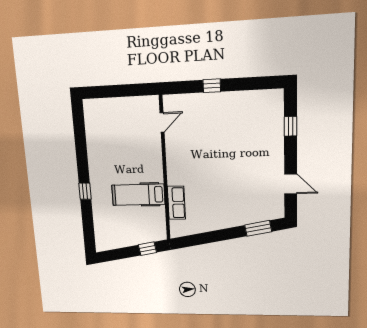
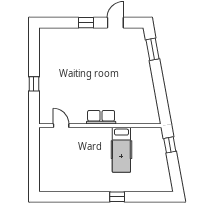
window: (290, 126) -> (86, 23), moved
row of seats: (176, 203) -> (101, 117), moved

